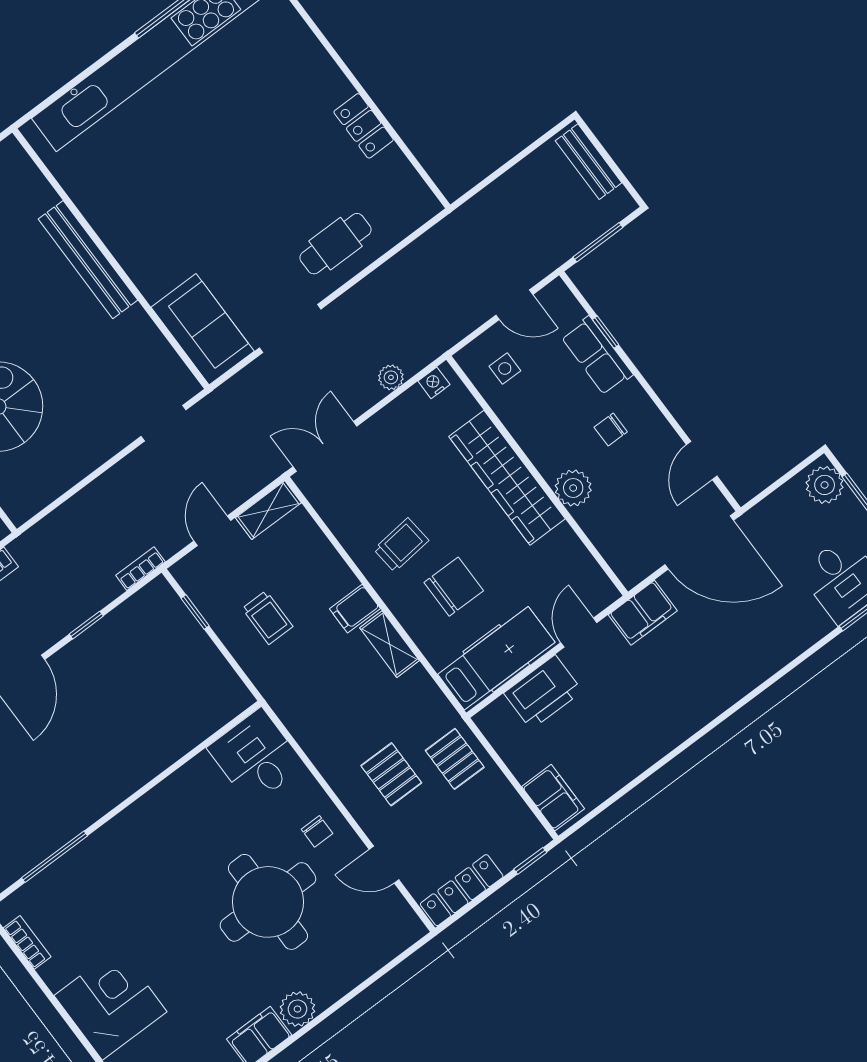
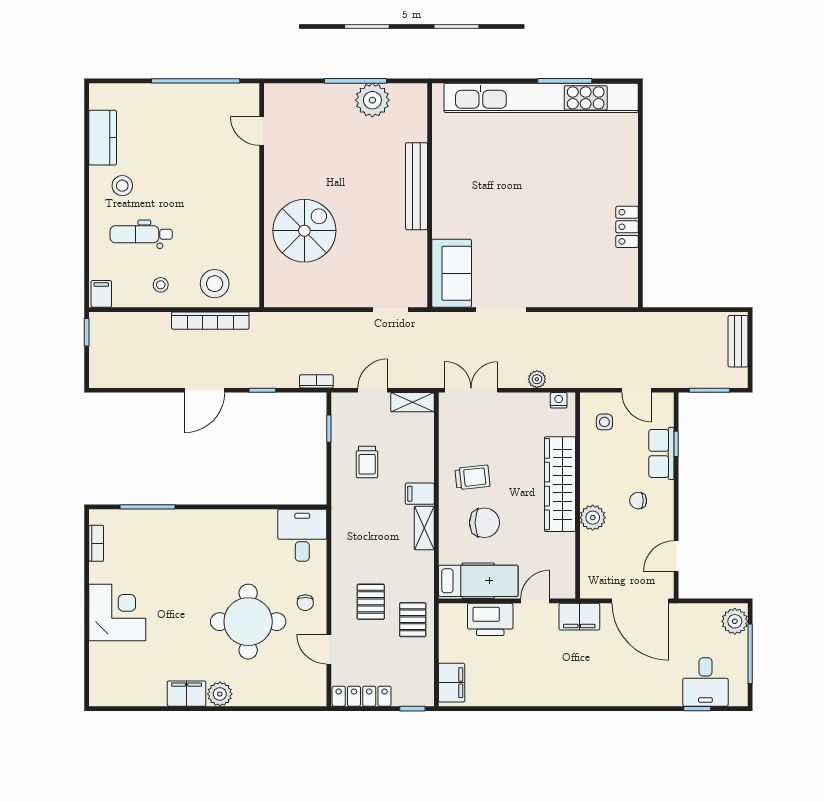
cafe table: (336, 244) -> (562, 281), removed

